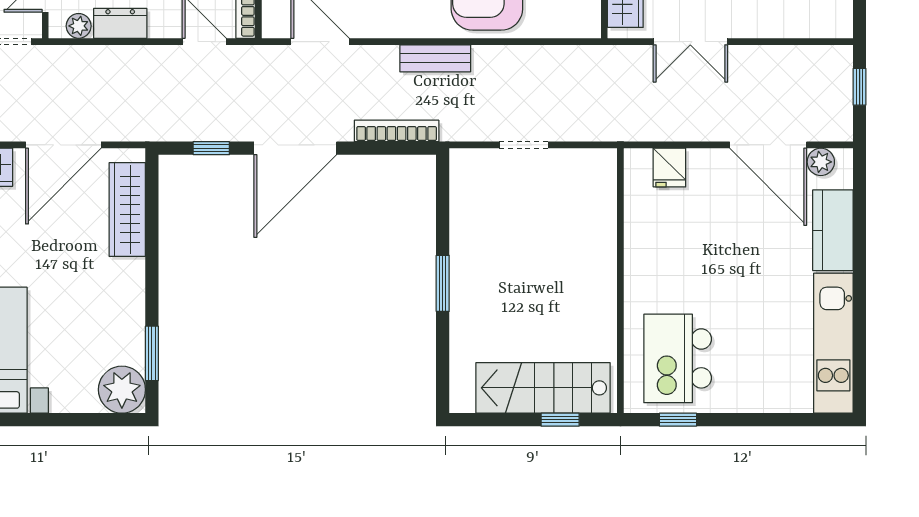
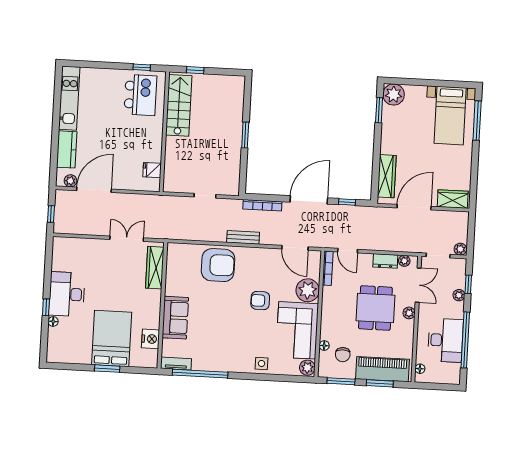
door: (768, 145) -> (94, 190), hinge flipped
fridge: (669, 168) -> (152, 170), moved, turned -90
stairs: (543, 388) -> (179, 105), moved, turned -90

